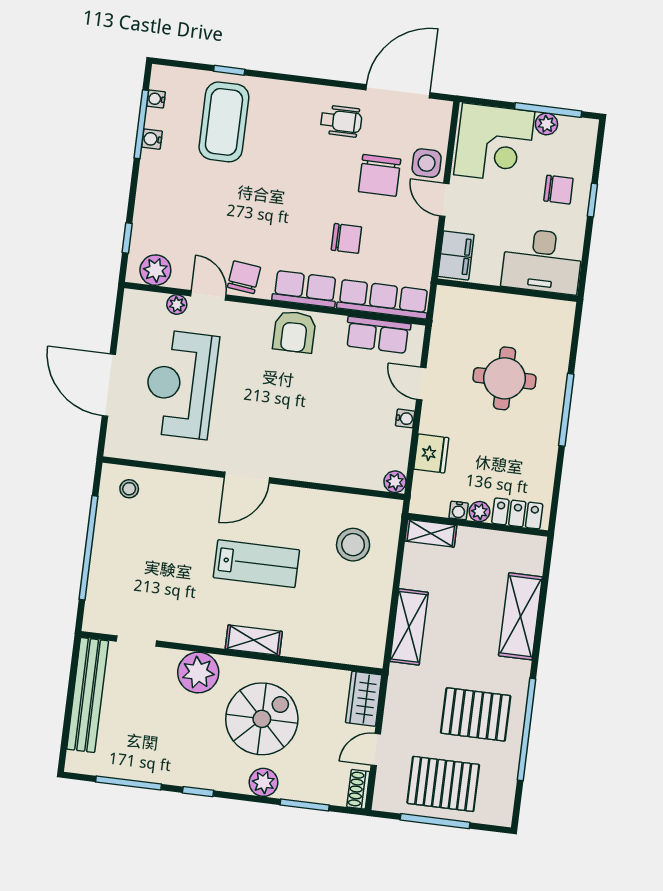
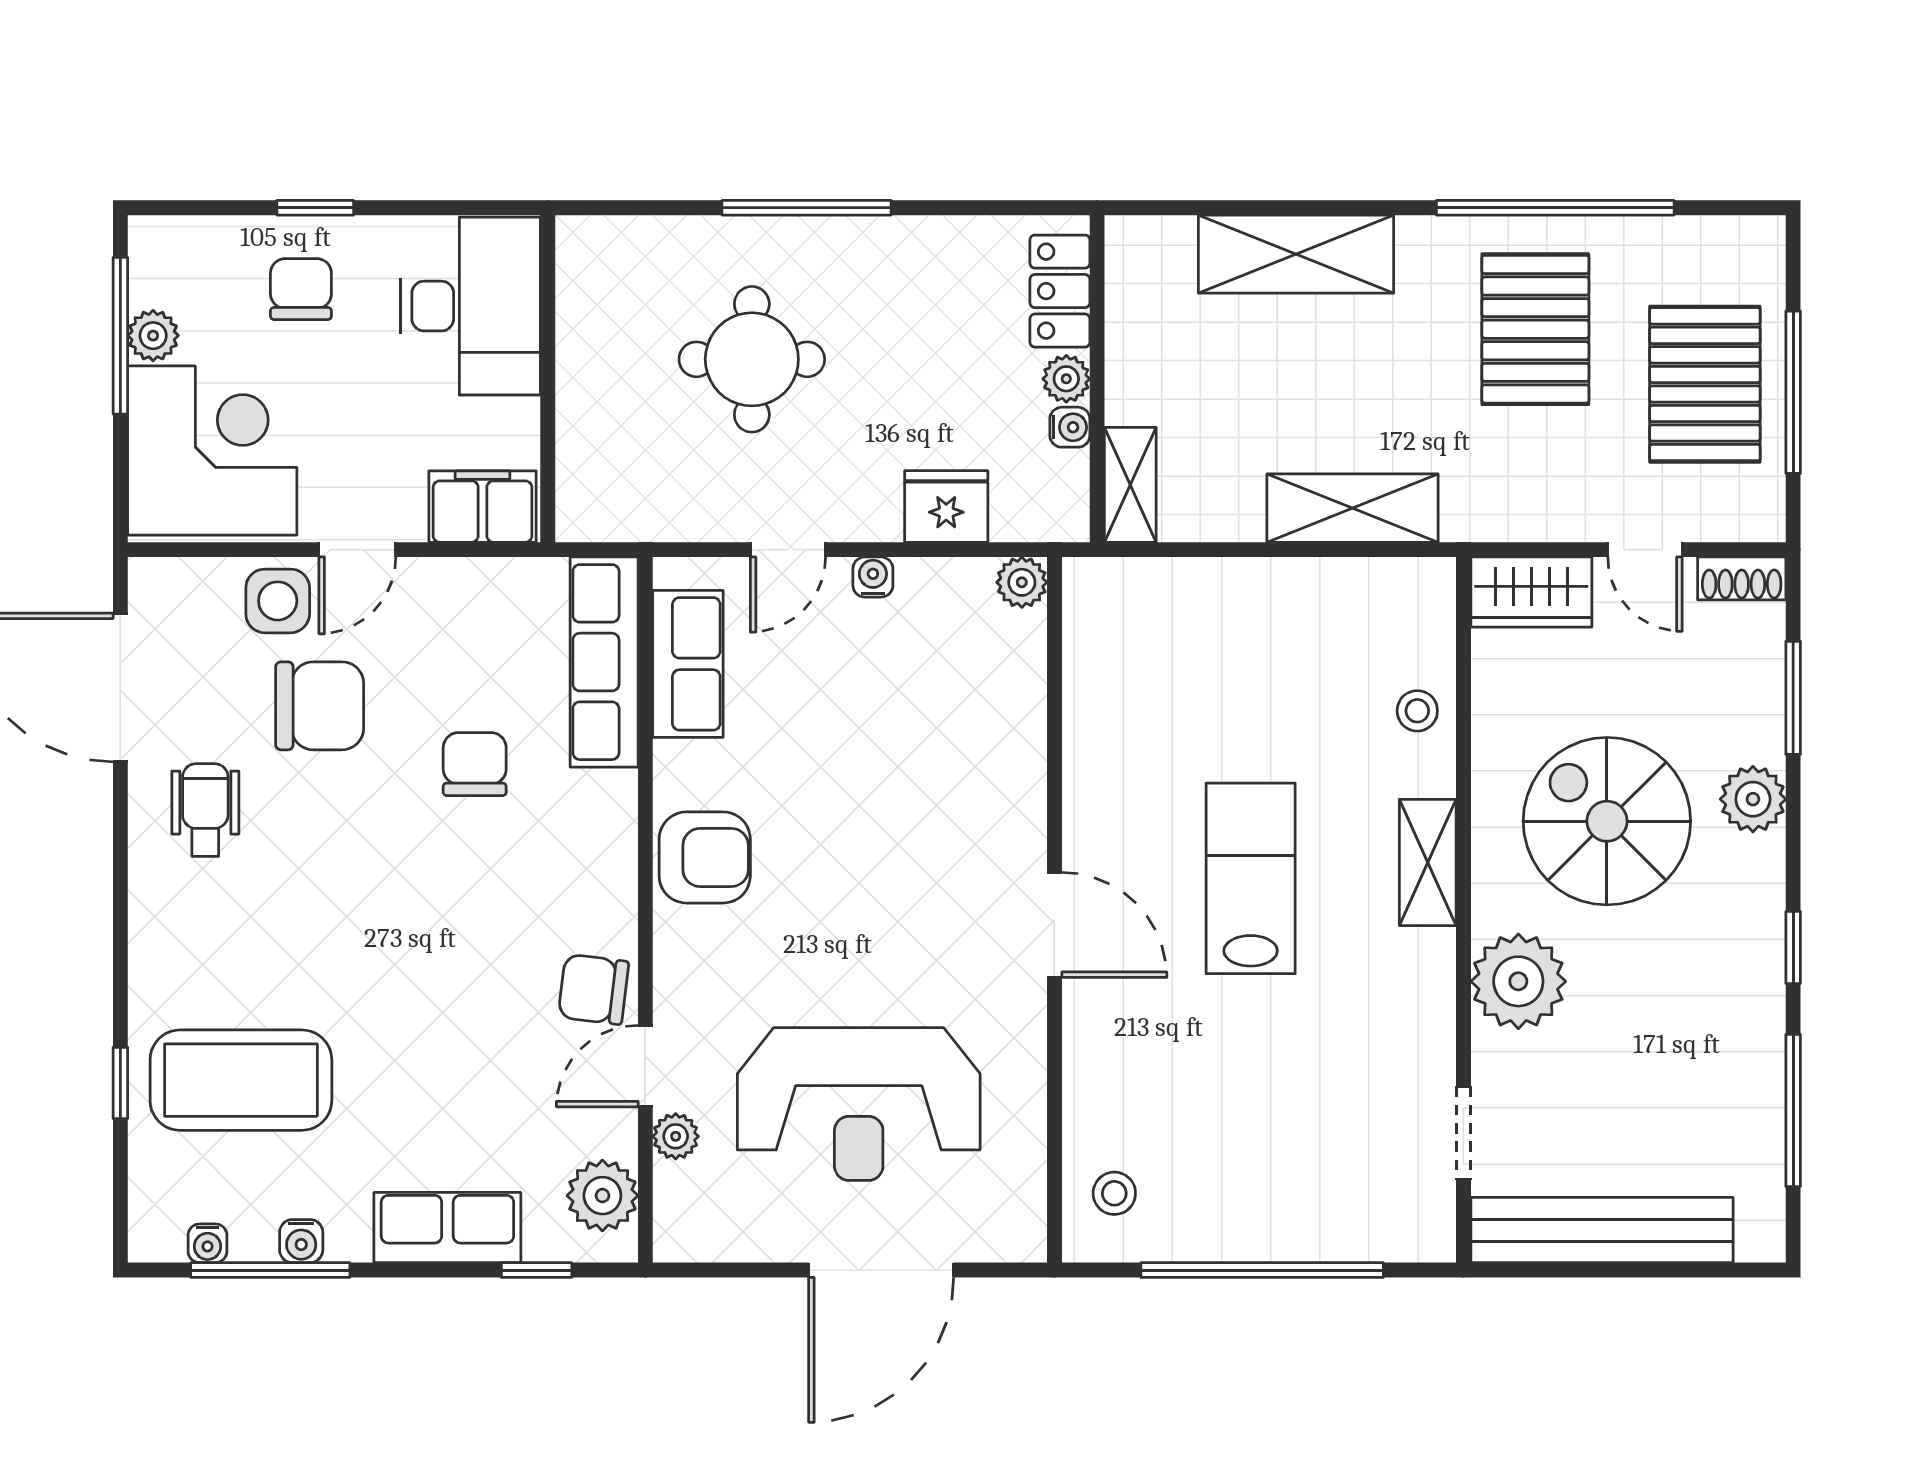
row of seats: (305, 289) -> (447, 1228), moved, turned 90
stool: (353, 545) -> (1417, 711), moved, width x0.53, depth x0.53

